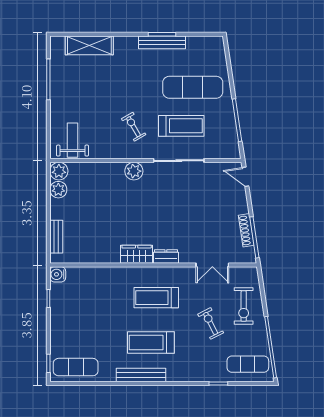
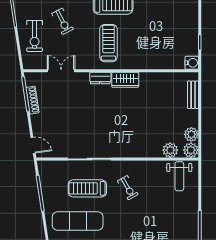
plant: (134, 171) -> (170, 150), moved
treadmill: (156, 298) -> (108, 43), turned -90
exercise bike: (244, 306) -> (35, 36), turned 180

